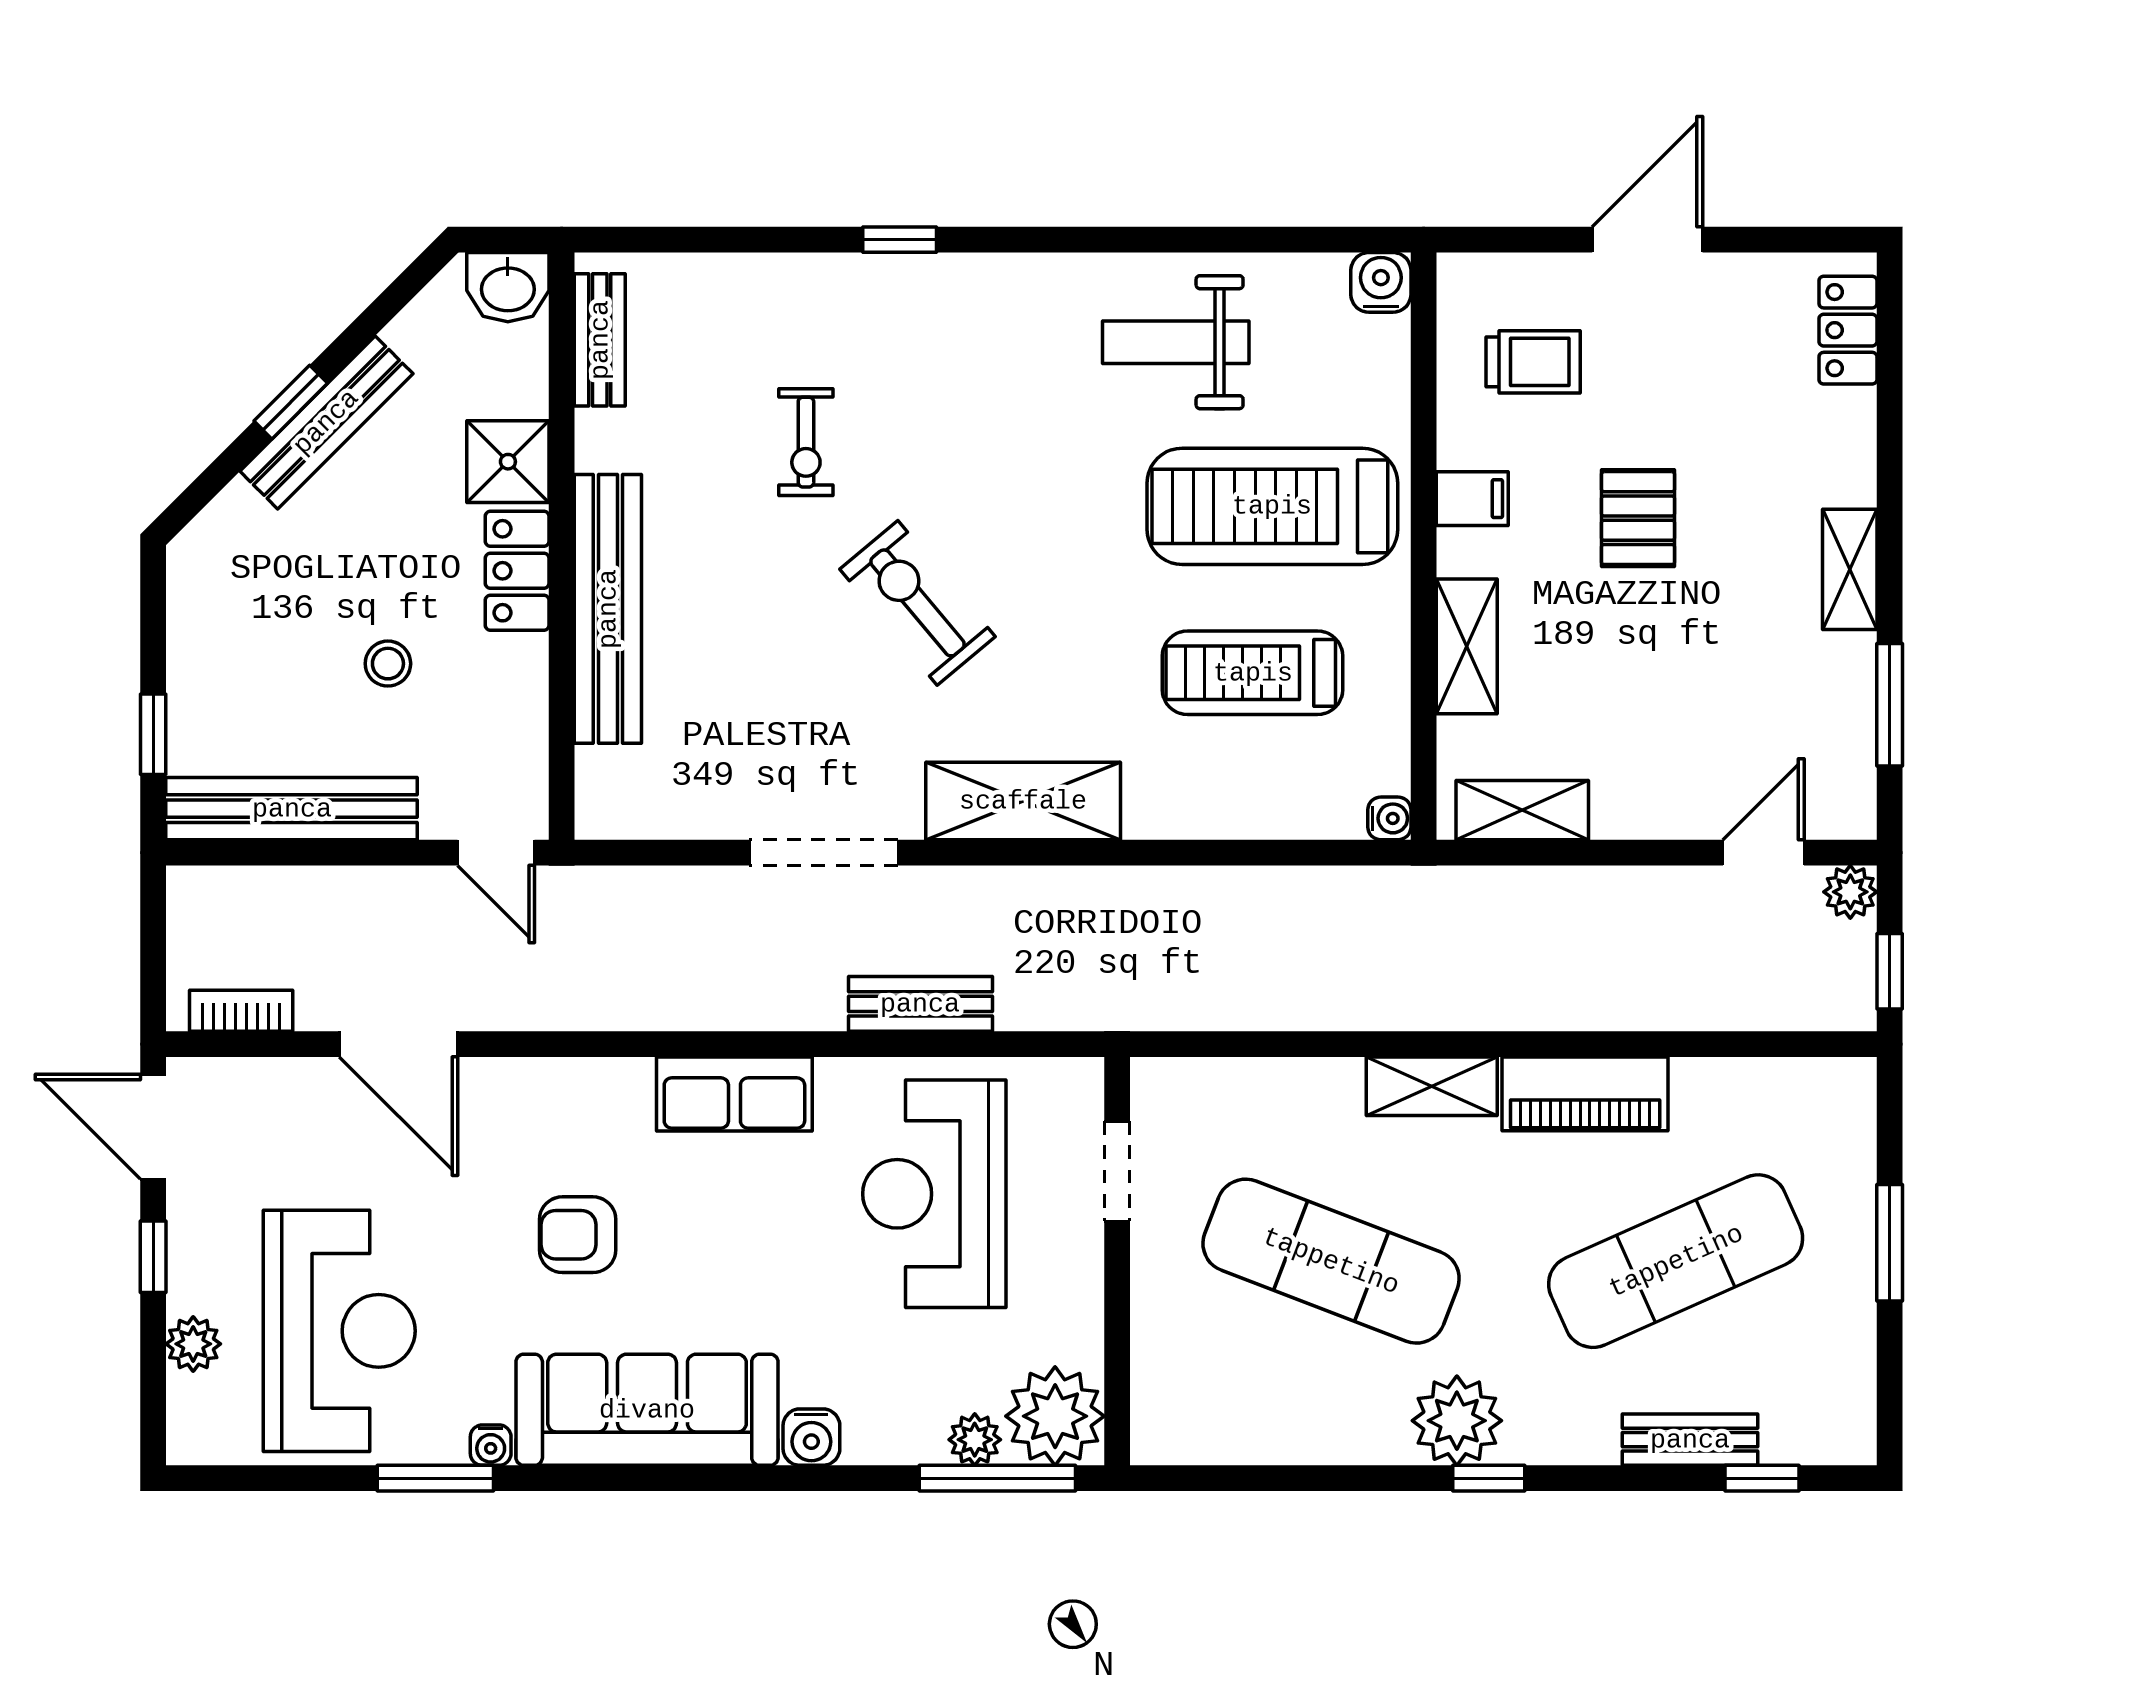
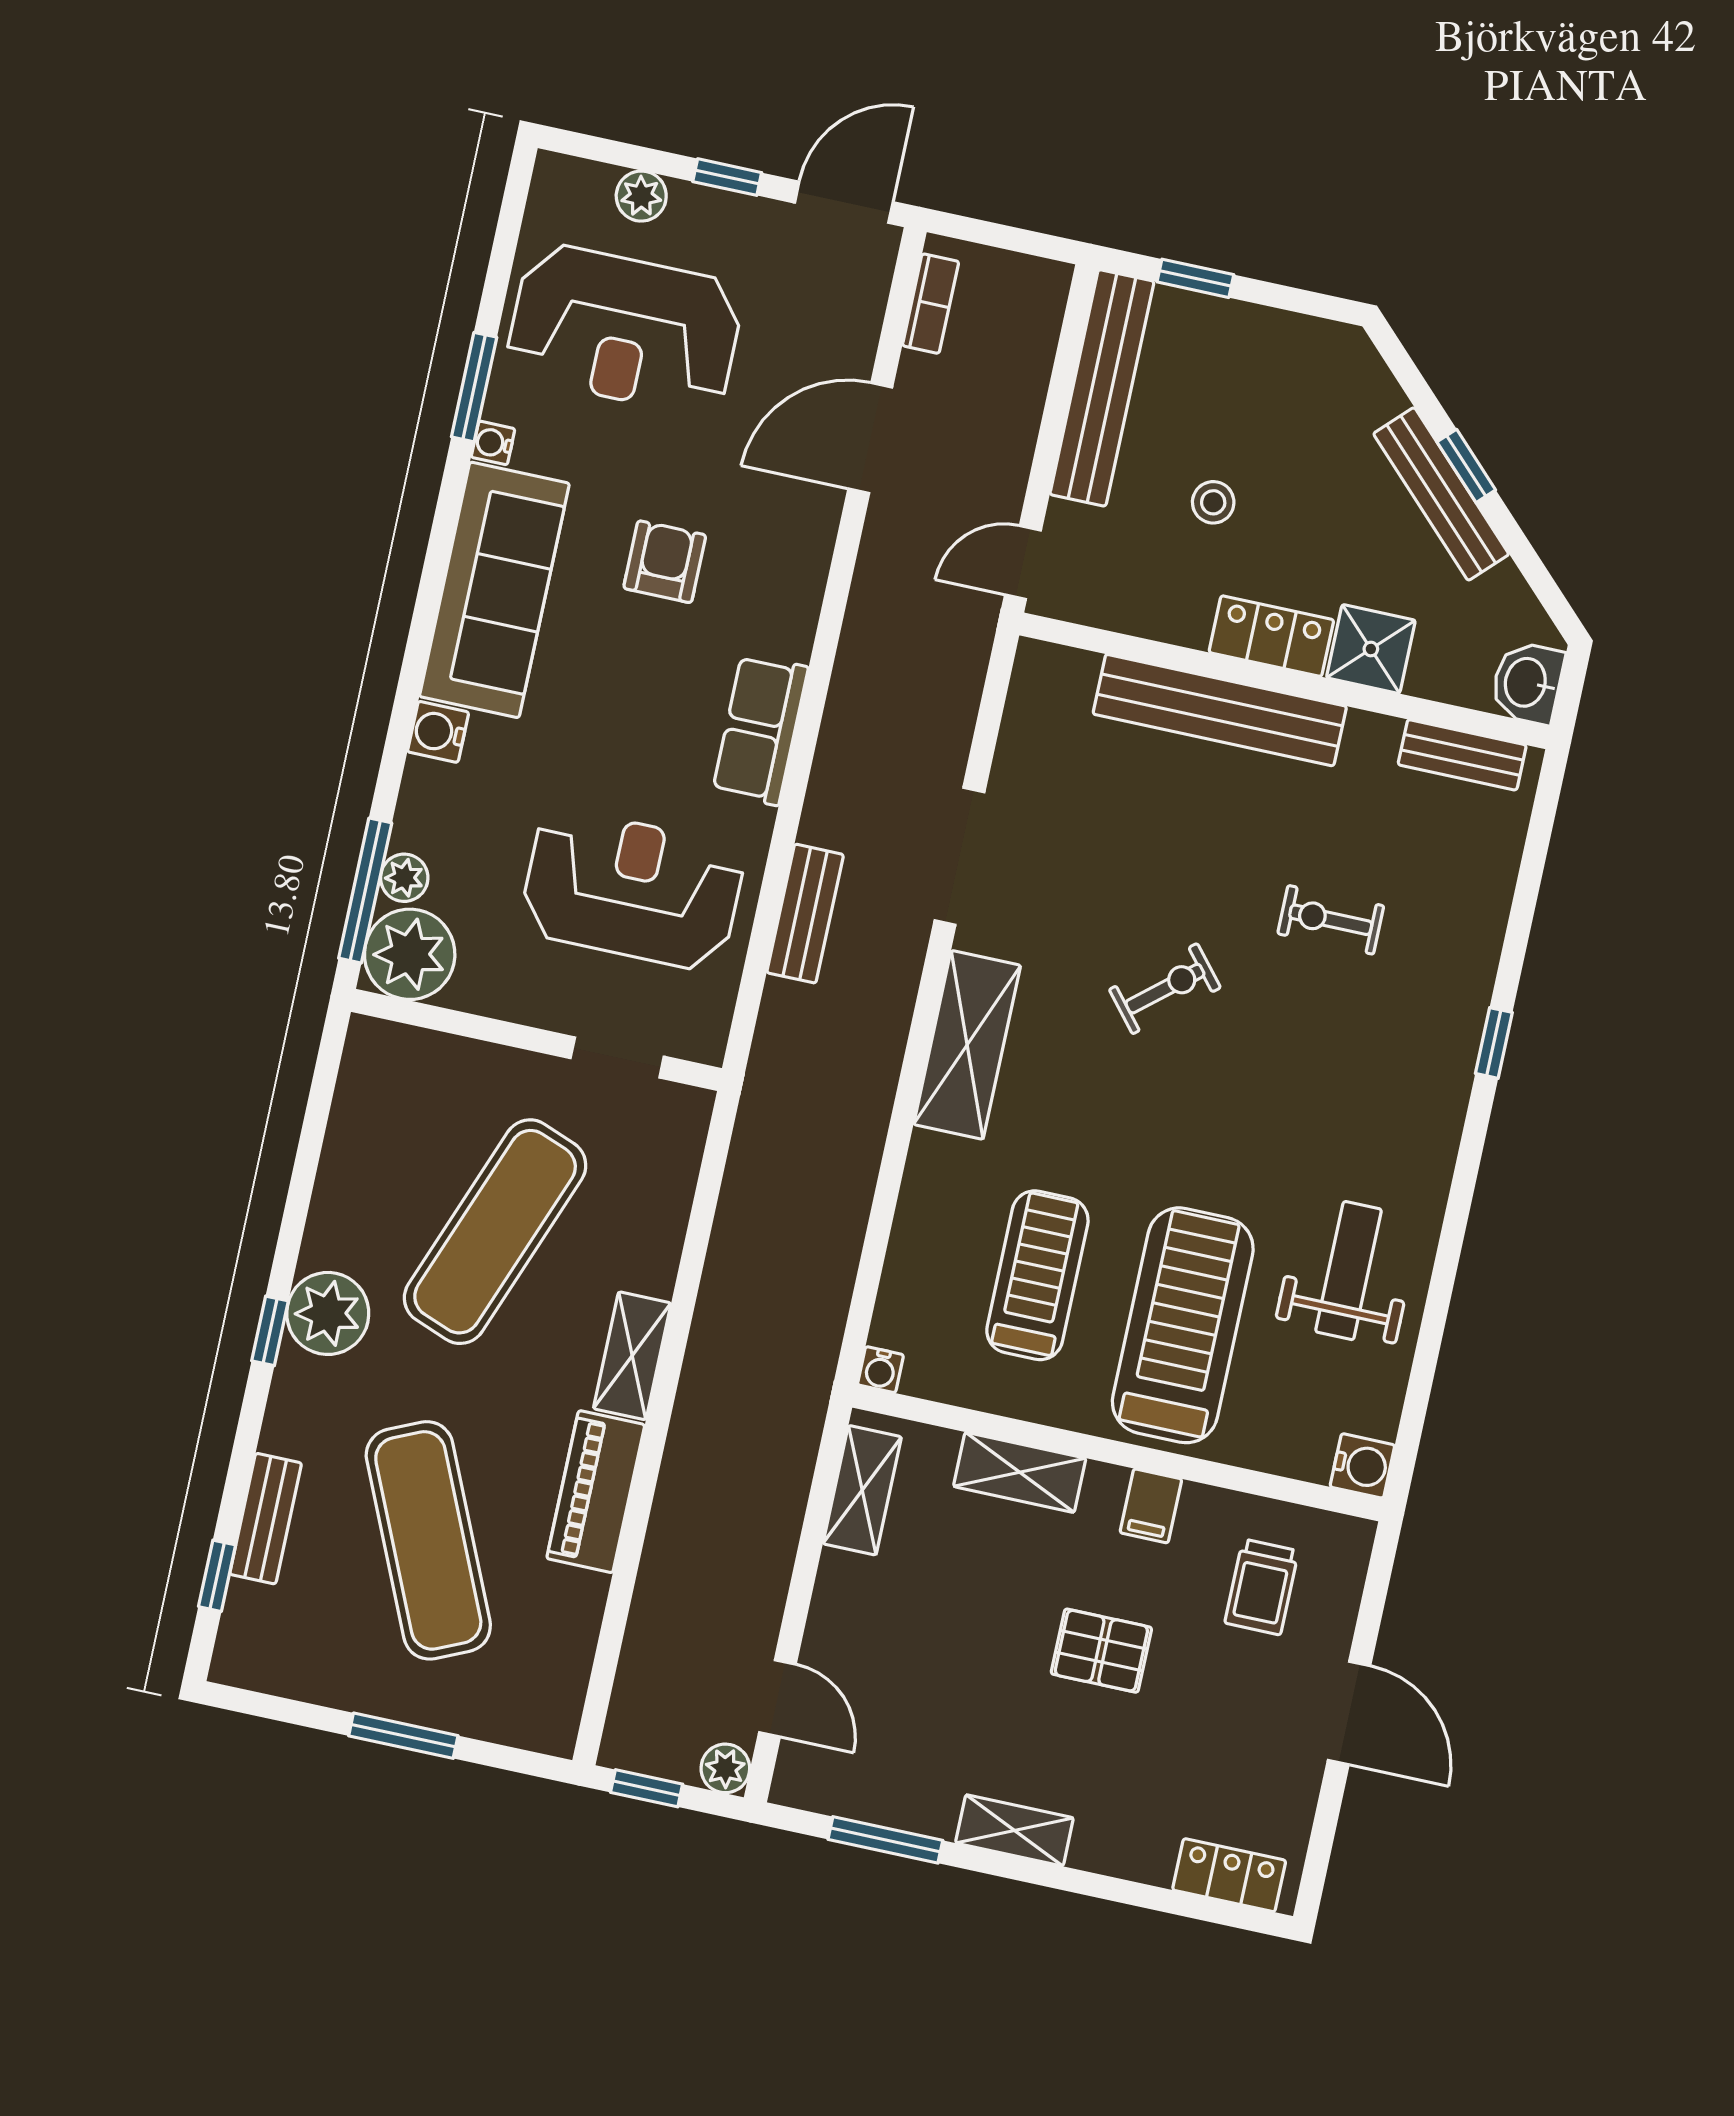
exercise bike: (917, 603) -> (1165, 989), width x0.73, depth x0.72

